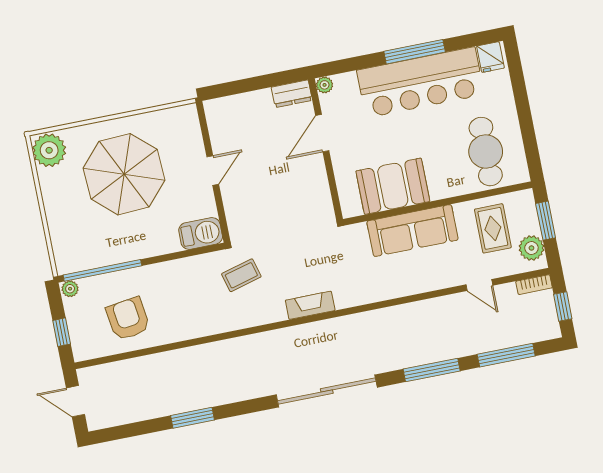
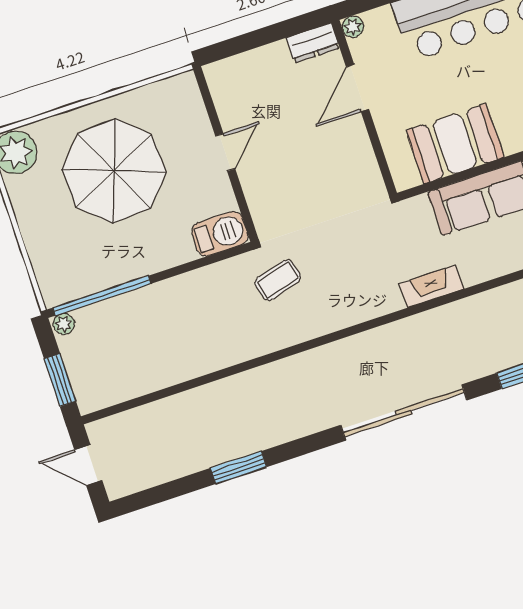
fireplace: (310, 305) -> (432, 286), moved
armchair: (128, 319) -> (142, 353), removed
window: (62, 332) -> (60, 380), width x1.50

